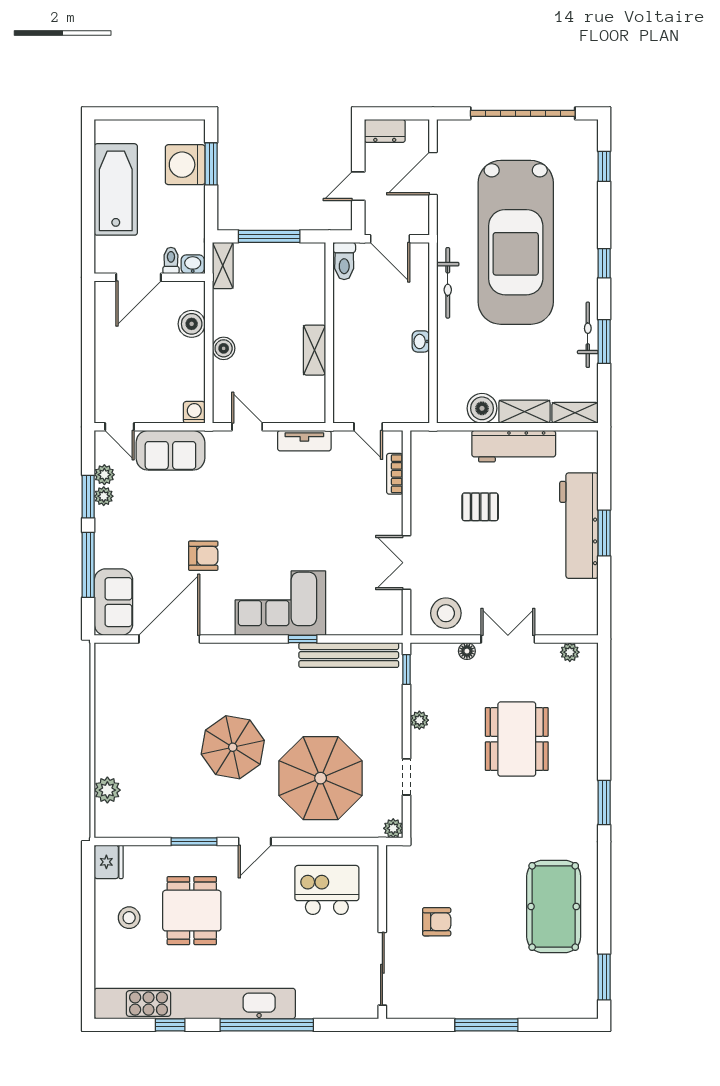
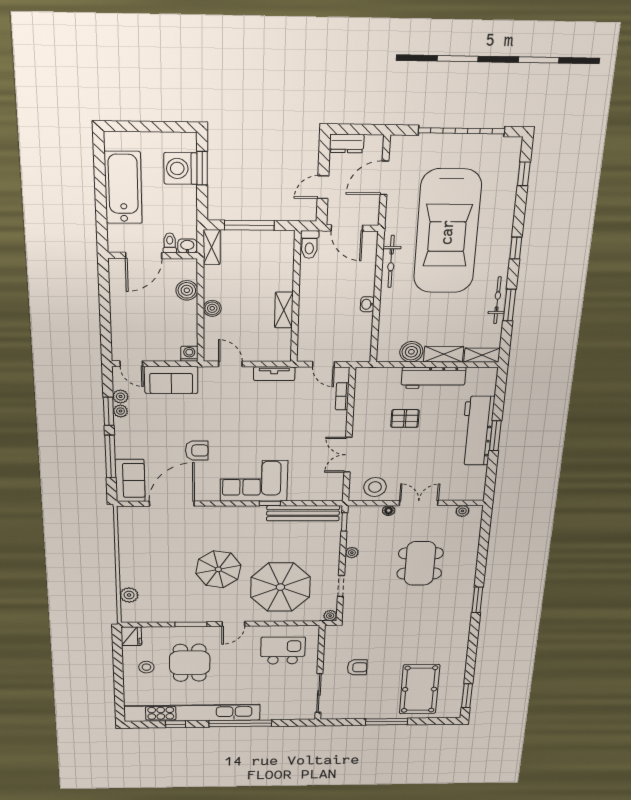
pool table: (554, 906) -> (420, 689), moved

